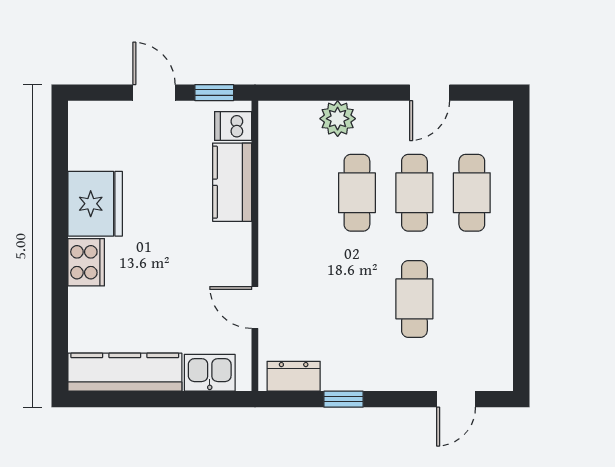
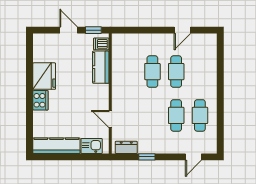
plant: (338, 119) -> (144, 41), removed
cafe table: (472, 193) -> (200, 115), moved

